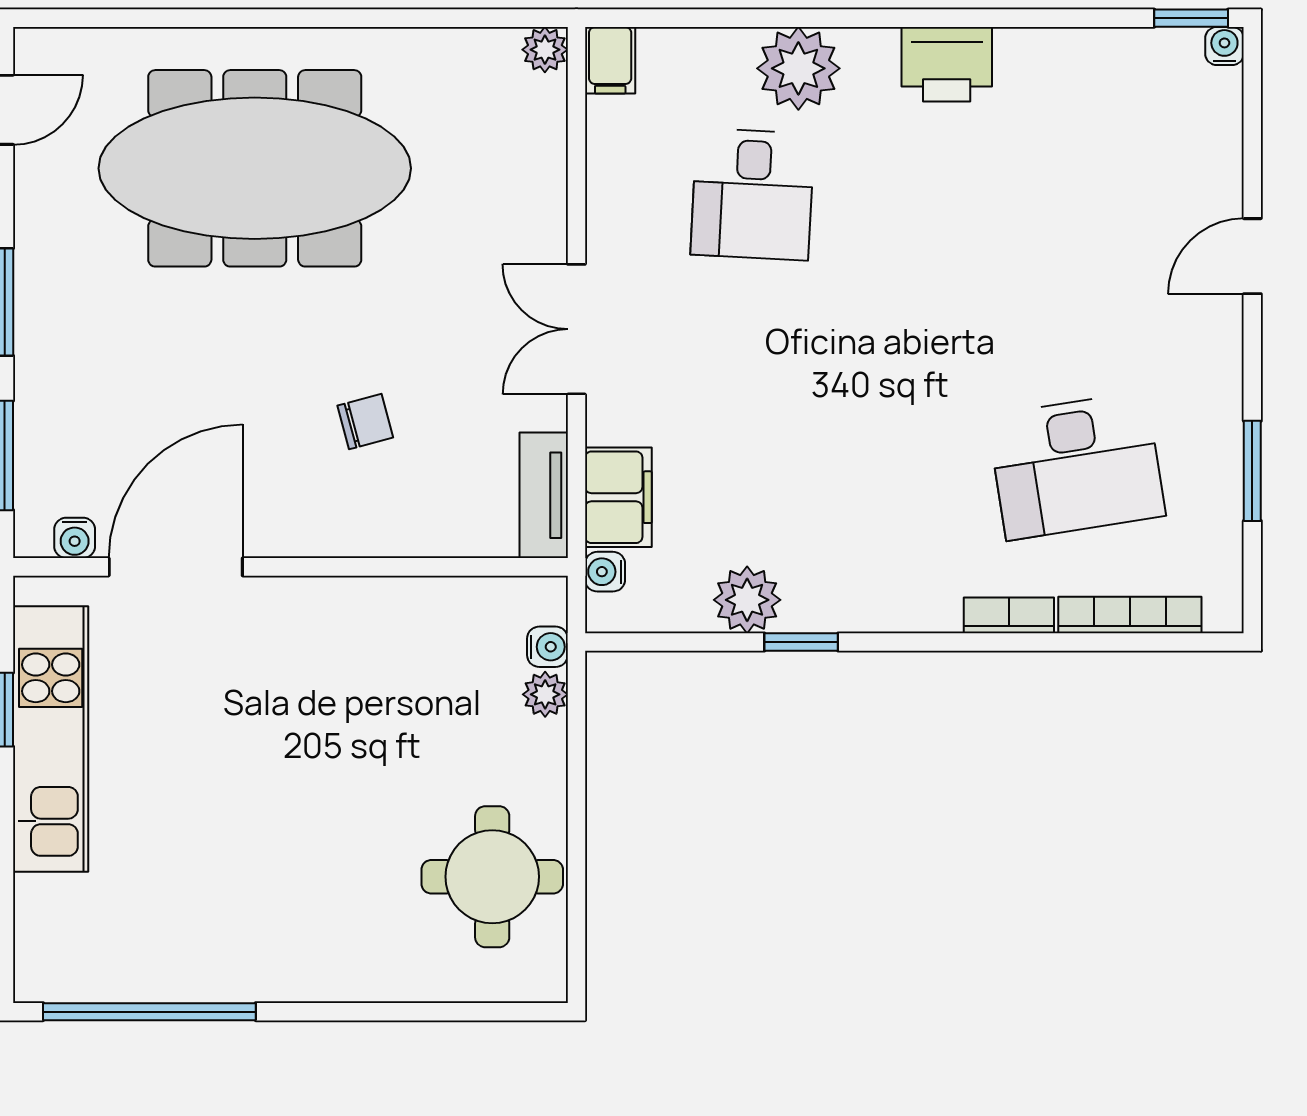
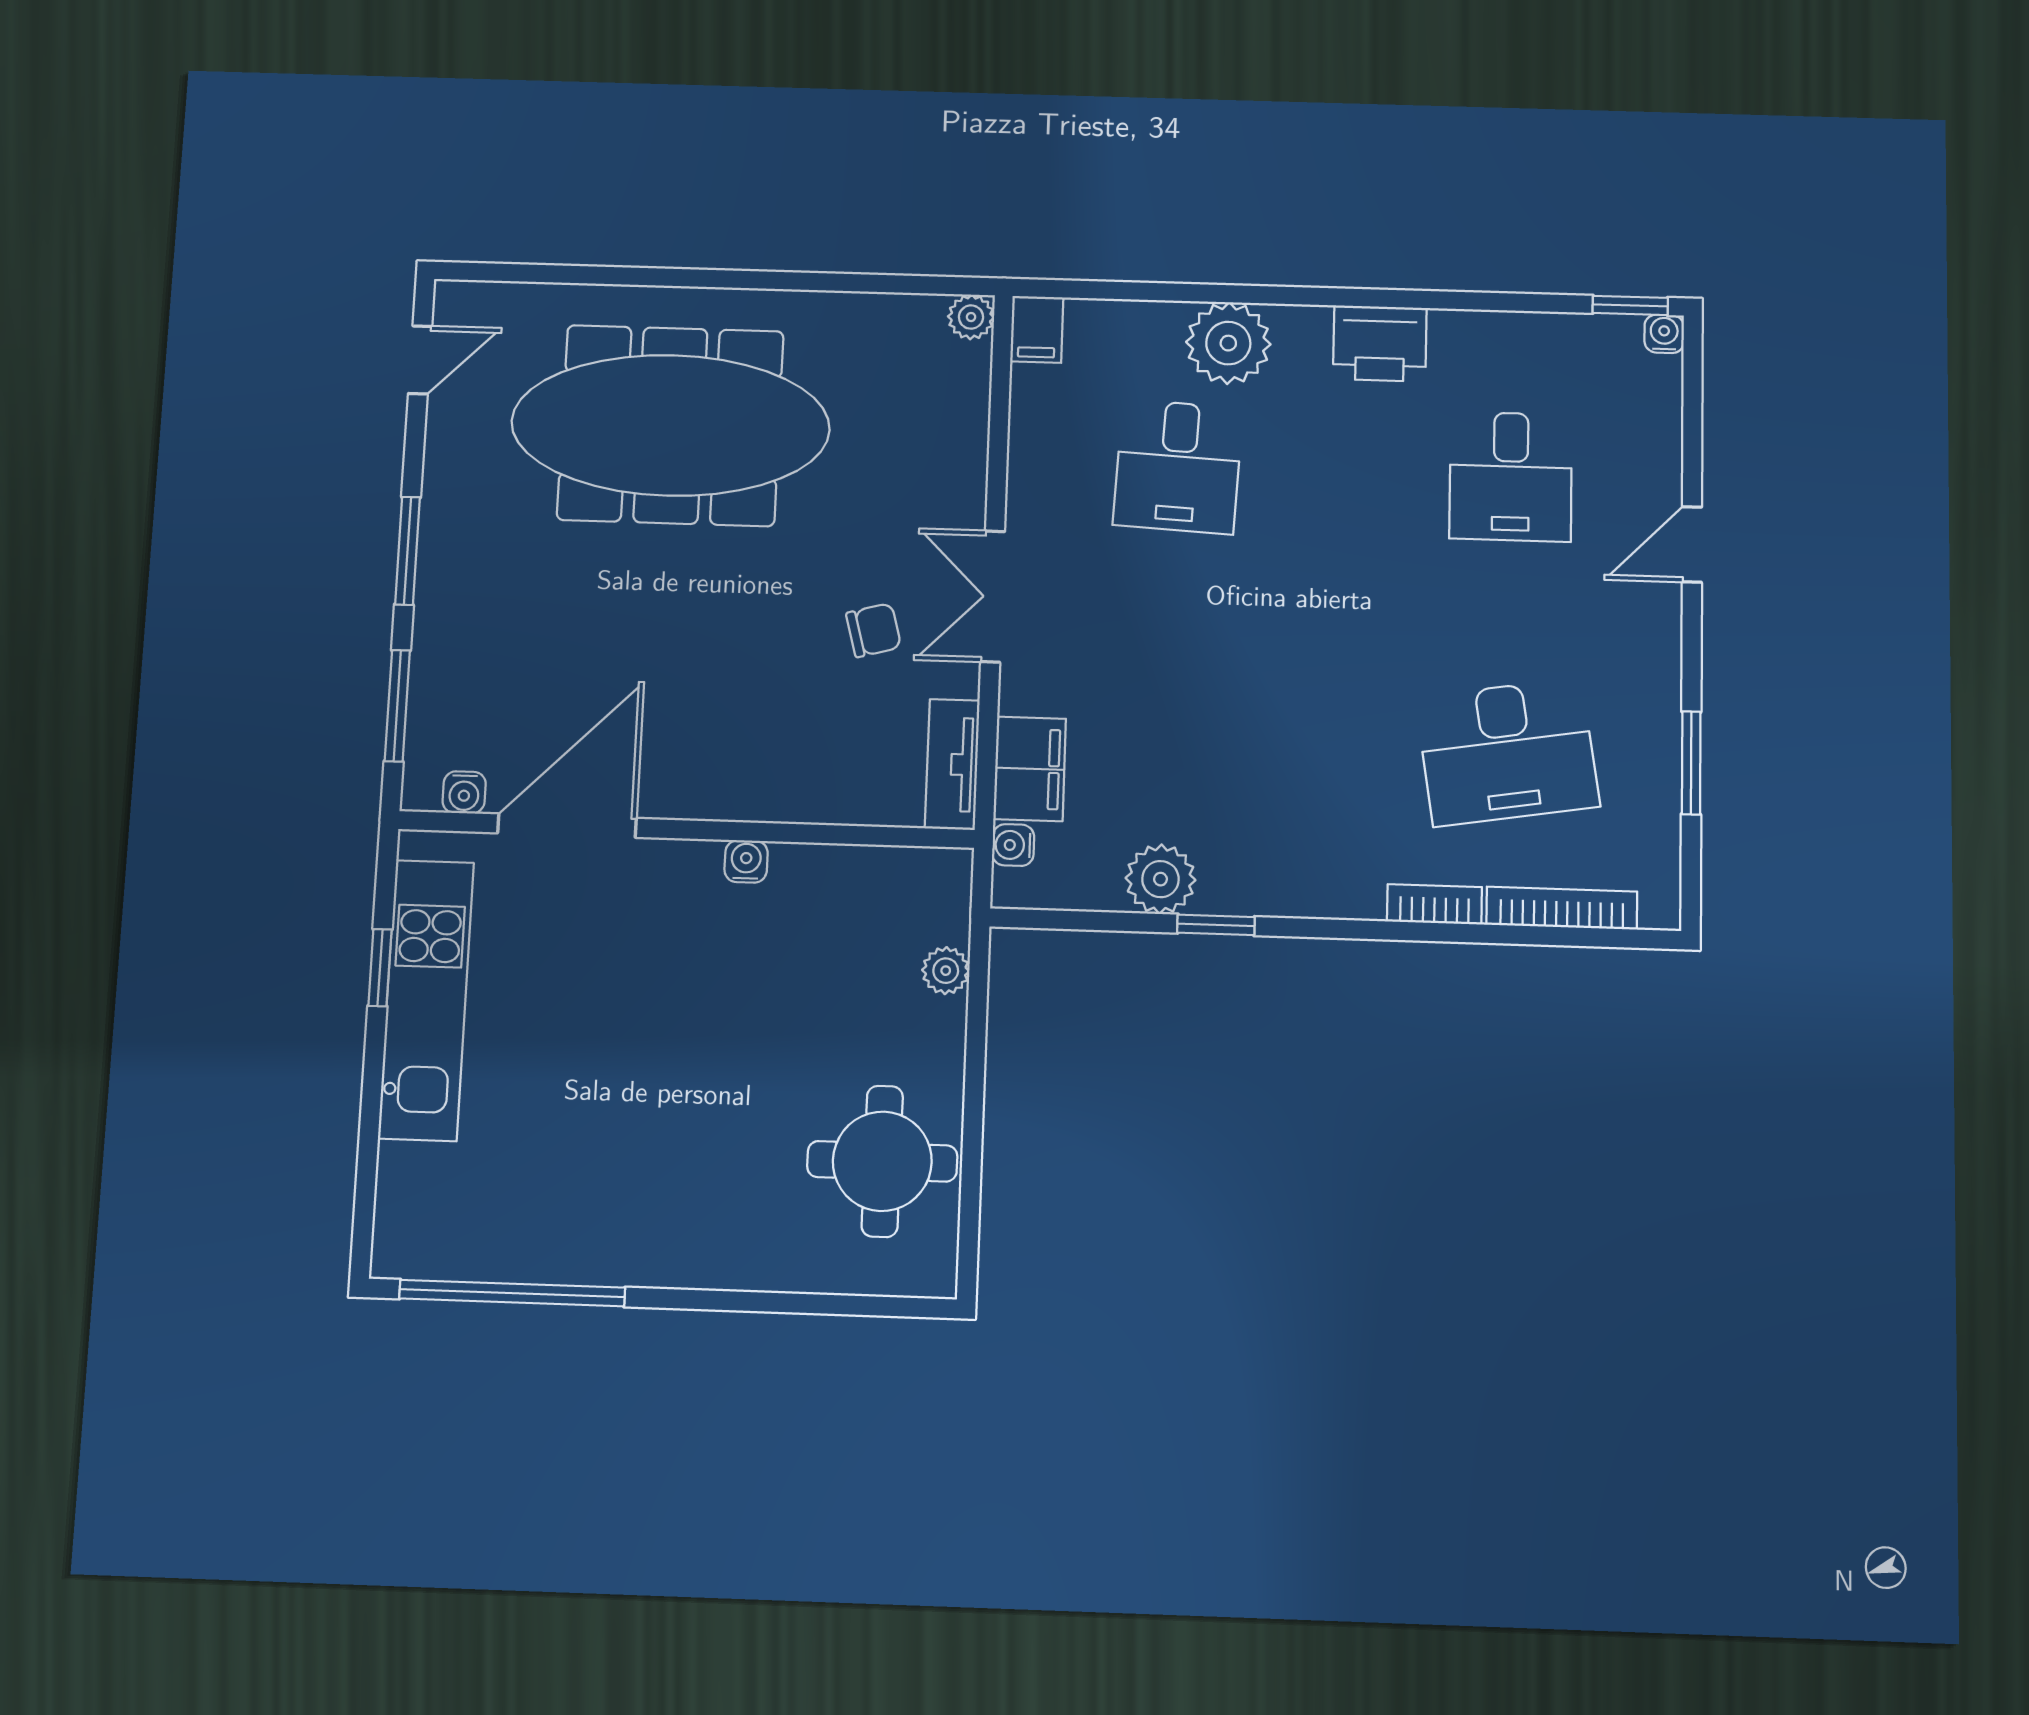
desk: (1076, 194) -> (1511, 477), added
chair: (365, 422) -> (874, 630), moved
water cooler: (547, 647) -> (746, 861), moved, turned -90

